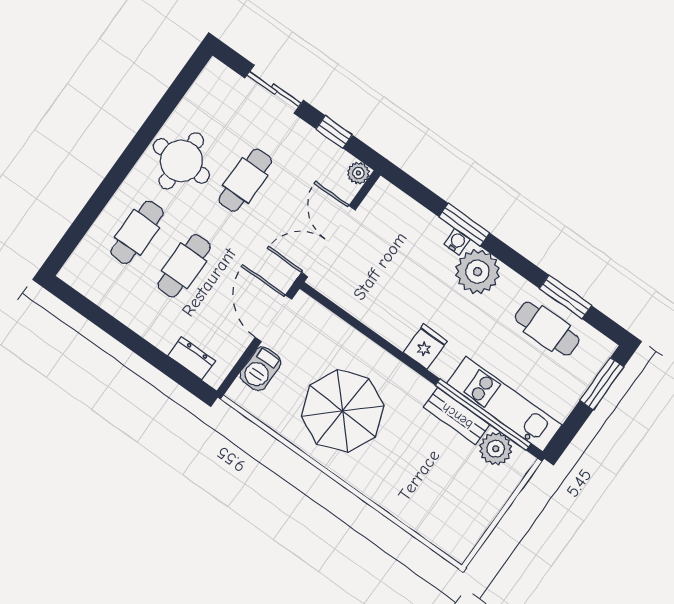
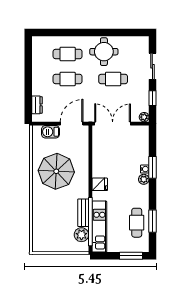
plant: (477, 272) -> (144, 179), width x0.53, depth x0.53

